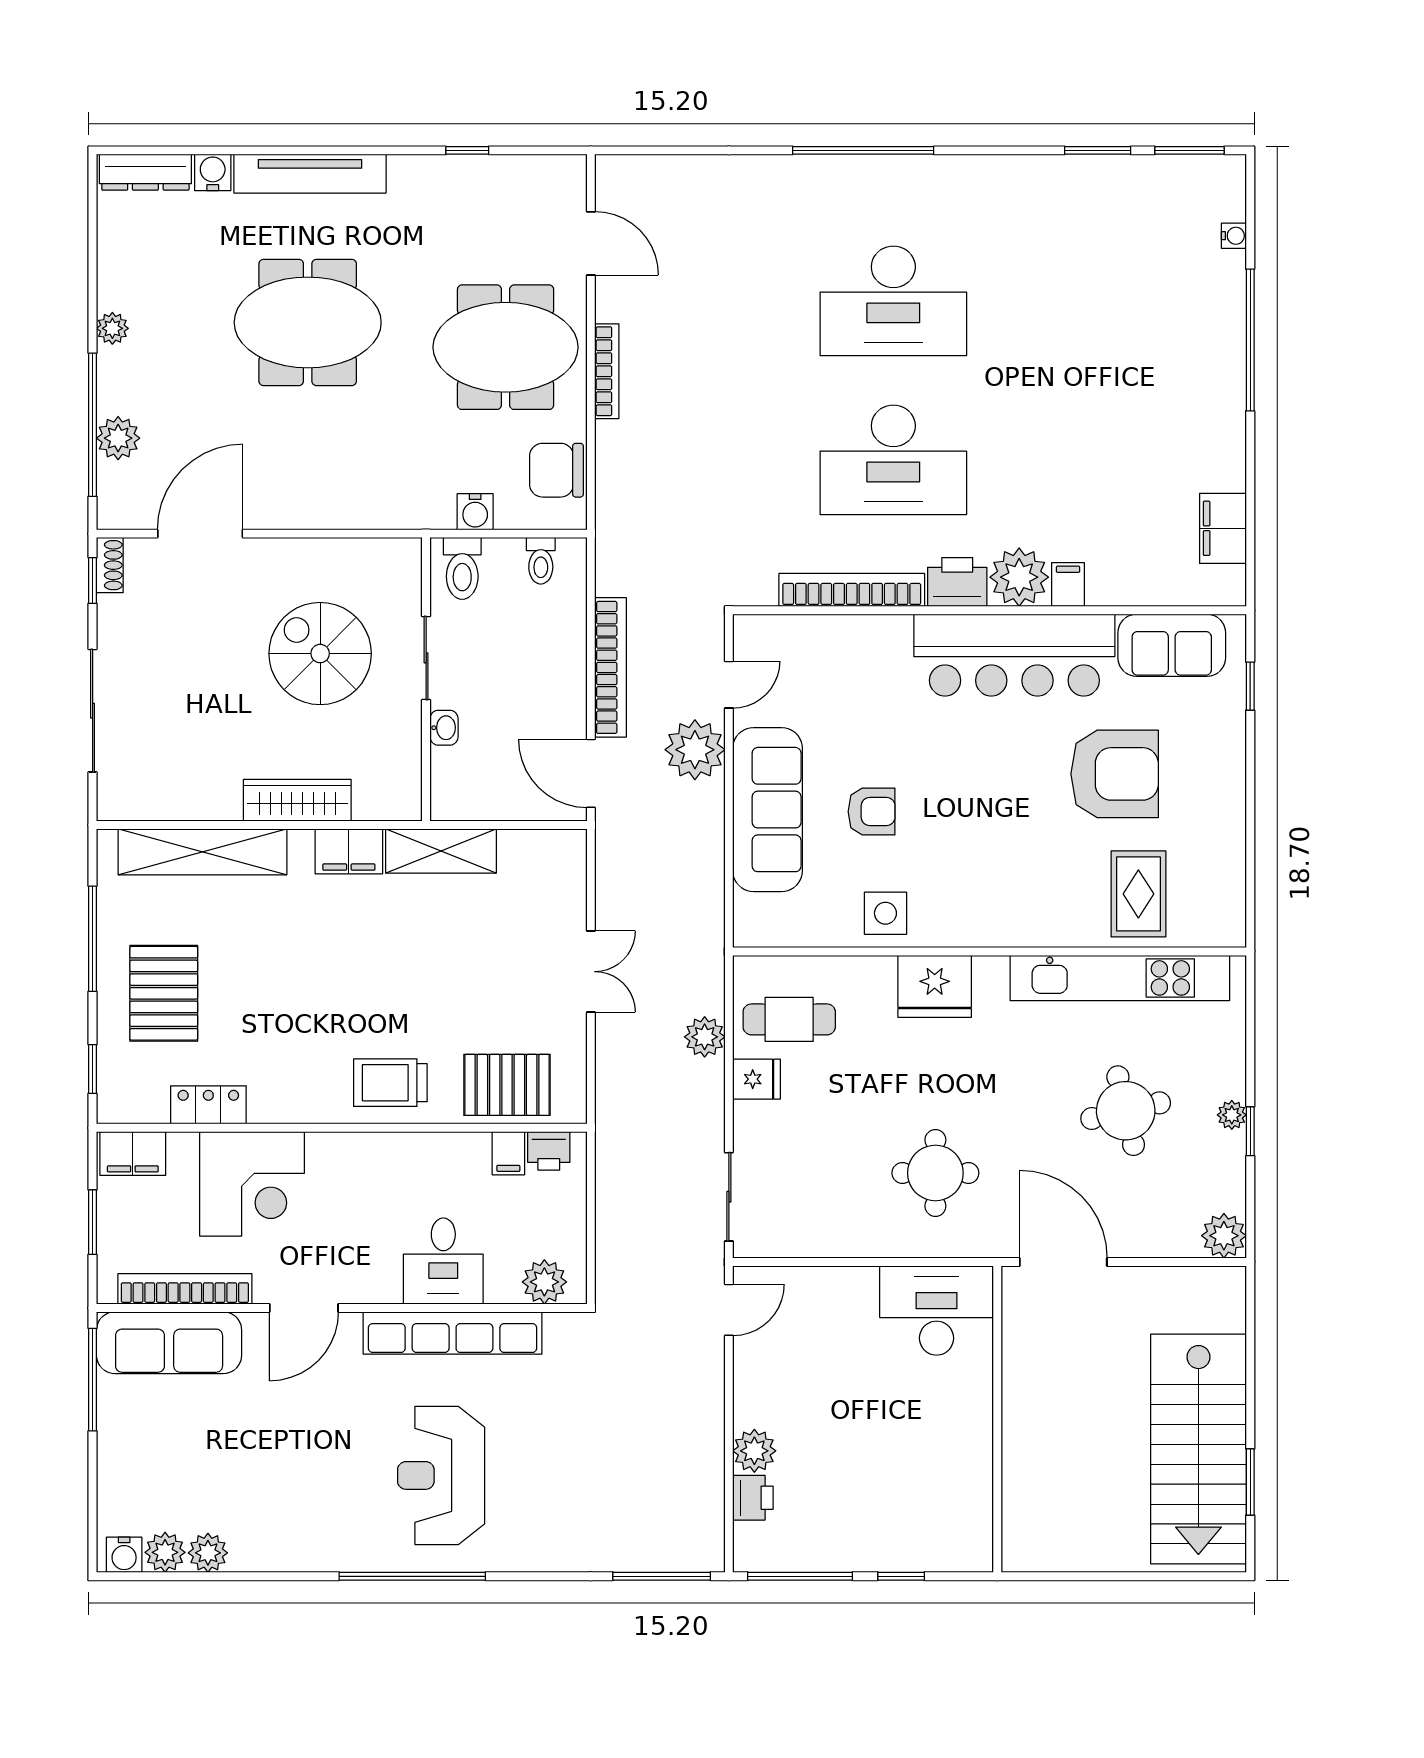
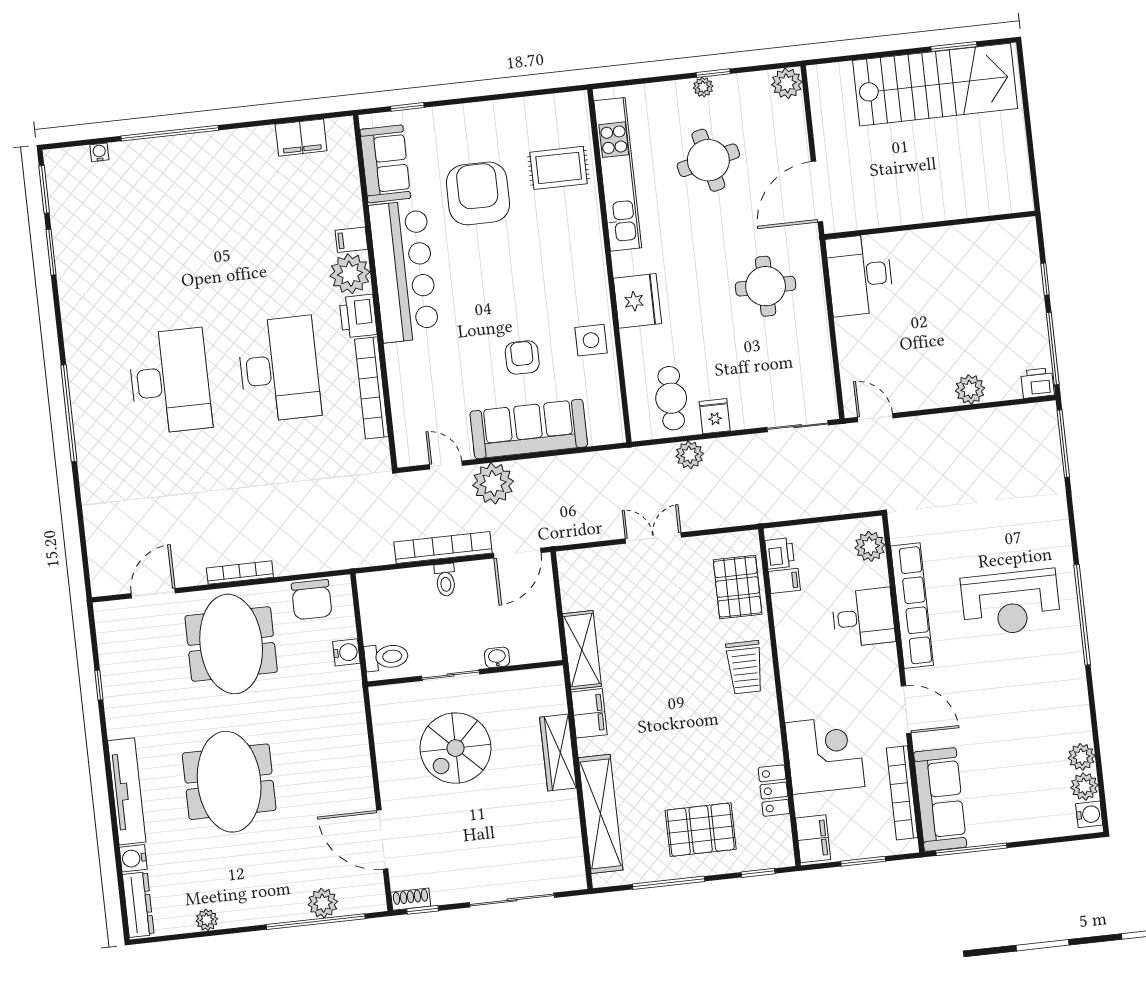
plant: (112, 328) -> (207, 920), moved
toilet: (541, 561) -> (445, 580), moved, turned 90
printer: (753, 1498) -> (1037, 383), moved

